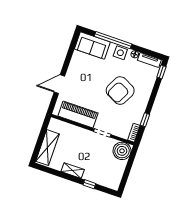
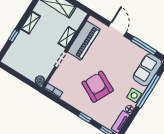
window: (70, 54) -> (144, 46), added
window: (145, 120) -> (85, 117), moved
shelving: (79, 131) -> (67, 37), added
boiler: (122, 151) -> (40, 80), width x0.54, depth x0.54

